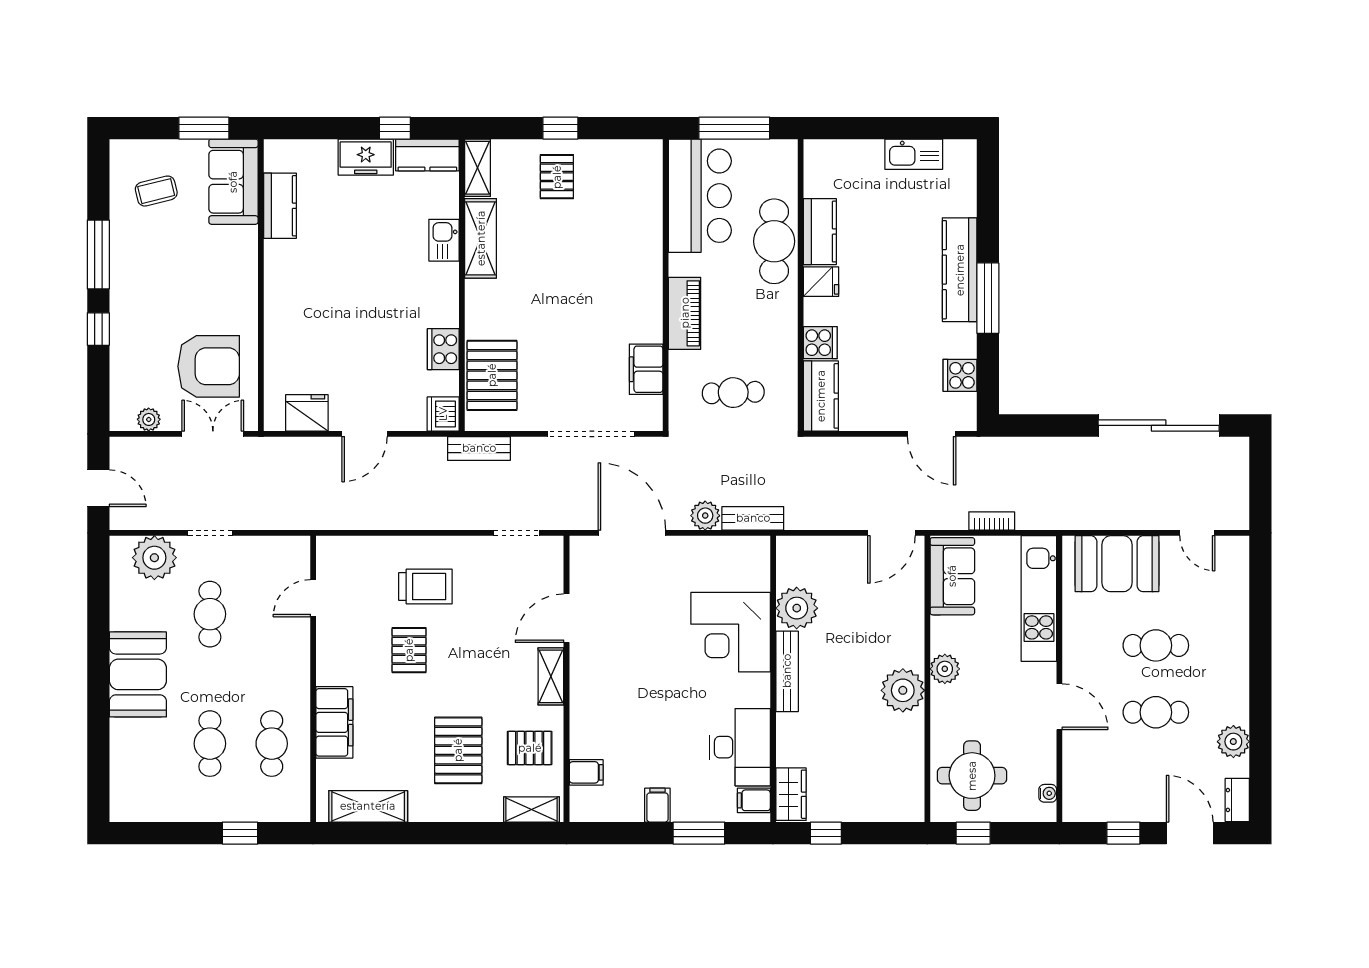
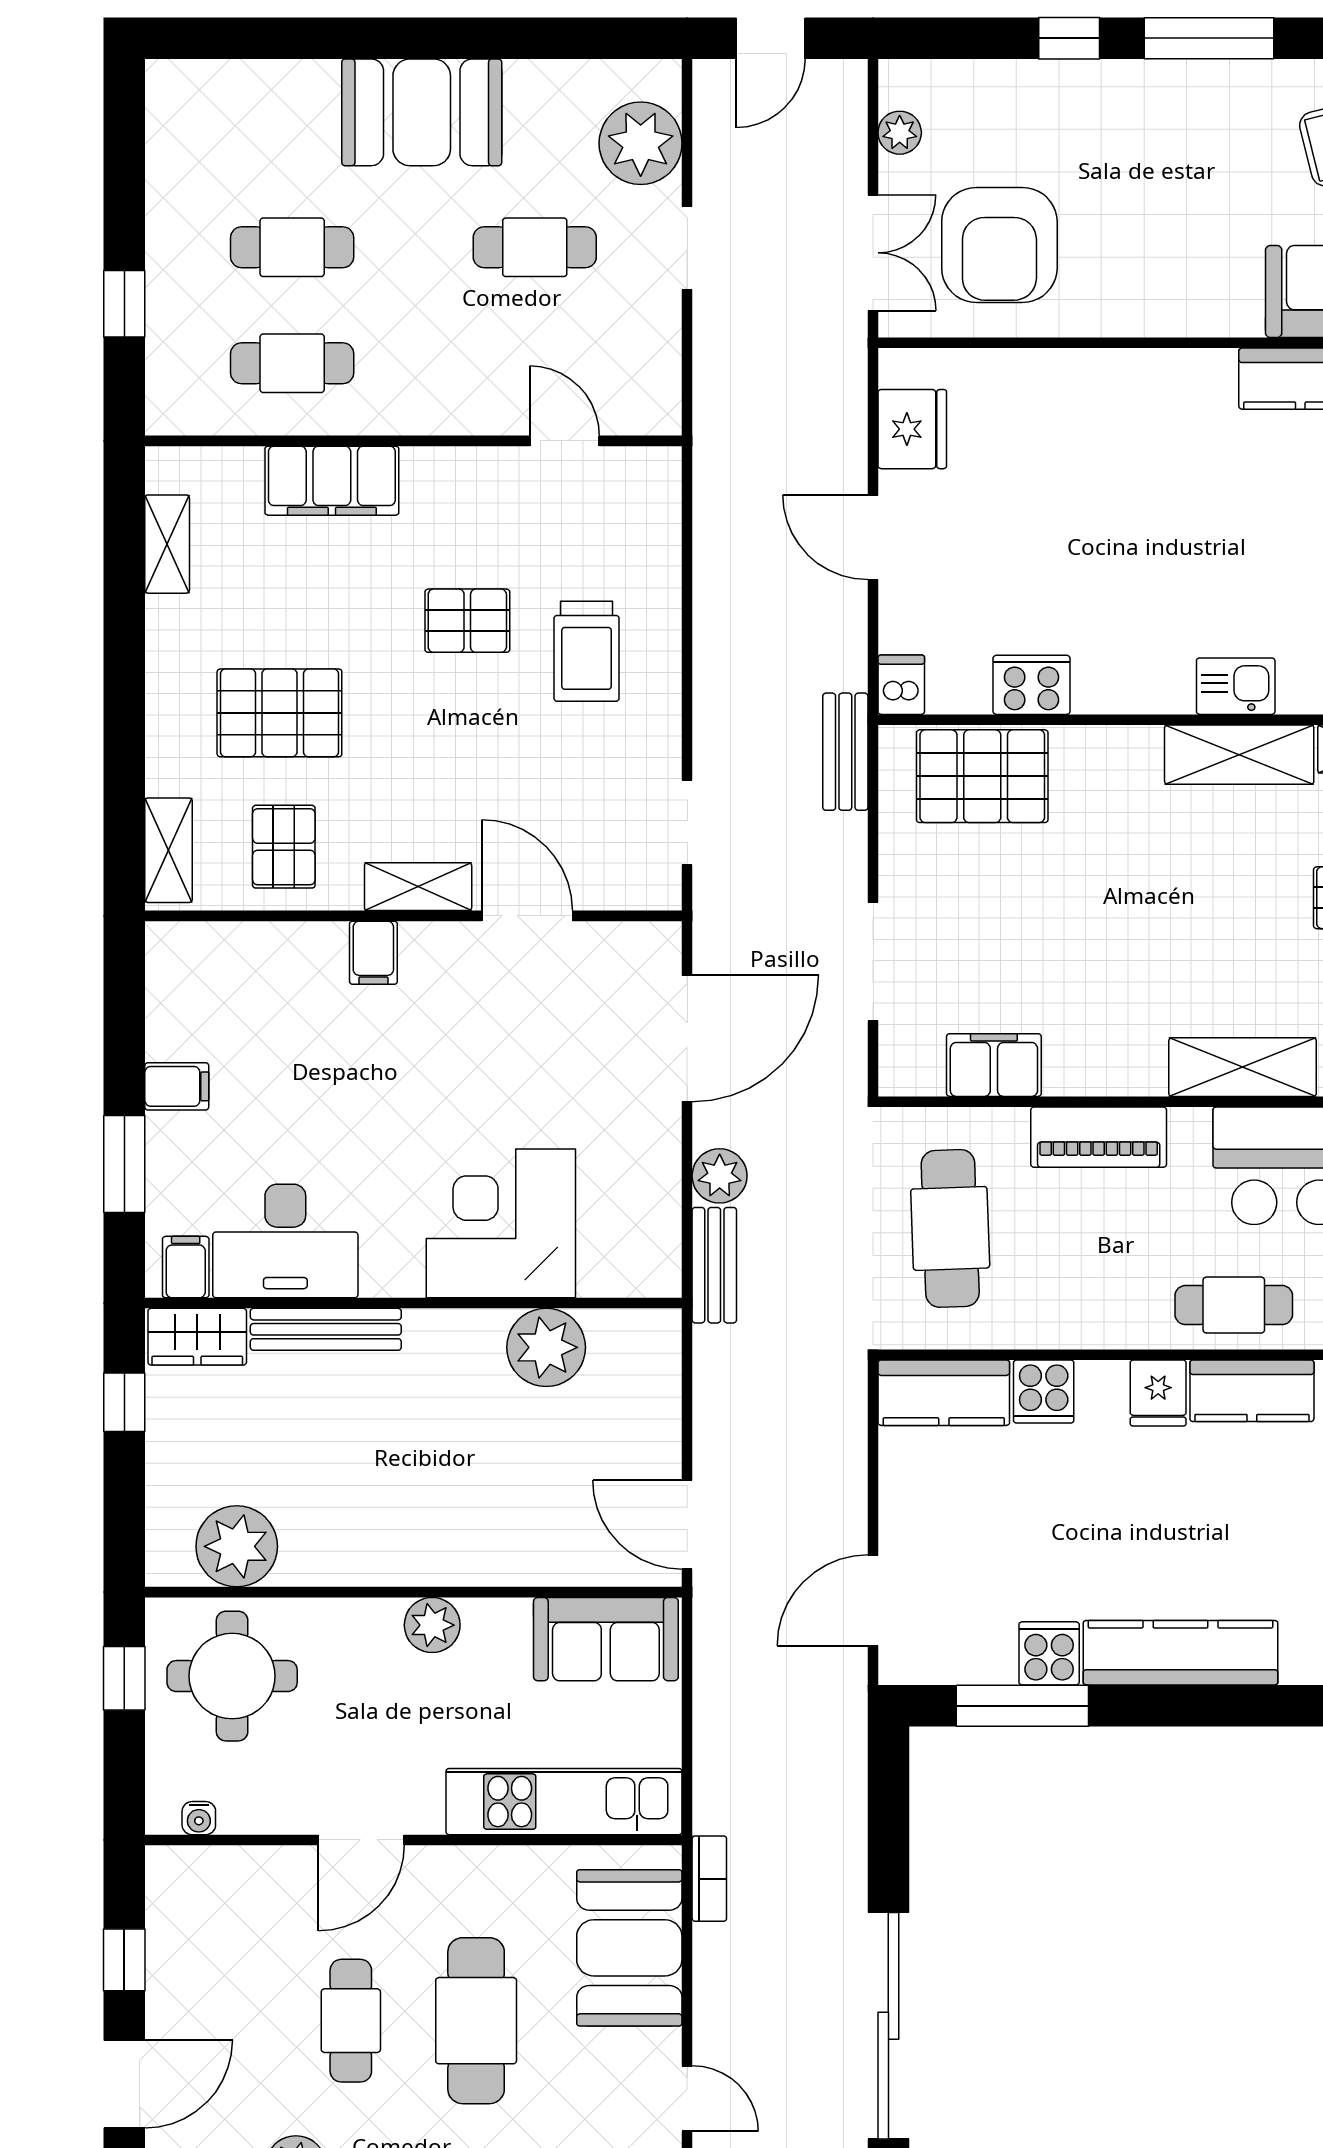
shelving: (647, 237) -> (1243, 1067), added
cafe table: (774, 241) -> (1234, 1305), width x0.73, depth x0.74
window: (988, 298) -> (1022, 1706), moved
cooker: (960, 375) -> (1049, 1653), moved
cafe table: (733, 393) -> (950, 1228), width x1.37, depth x1.35
dishwasher: (443, 414) -> (901, 685), width x0.73
doorway: (591, 434) -> (873, 962), width x0.73
bookcase: (992, 521) -> (709, 1879), moved
door: (1197, 533) -> (687, 2099), swing flipped
cafe table: (1156, 645) -> (476, 2021), width x1.37, depth x1.35
bench: (787, 671) -> (326, 1329), moved
plant: (903, 690) -> (237, 1546), moved
filing cabinet: (586, 772) -> (373, 953), moved
shelving: (368, 806) -> (167, 544), width x0.67, depth x0.75

